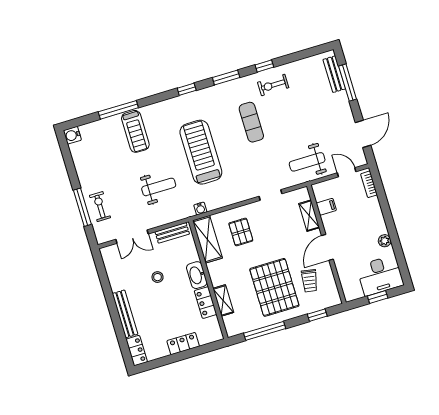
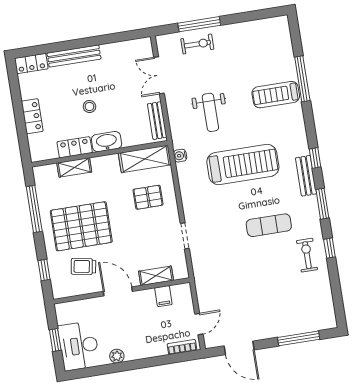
bench: (334, 74) -> (306, 176), moved, turned 90
water cooler: (72, 135) -> (281, 24), removed
weight bench: (307, 162) -> (216, 281), removed
stool: (158, 277) -> (89, 107), moved

